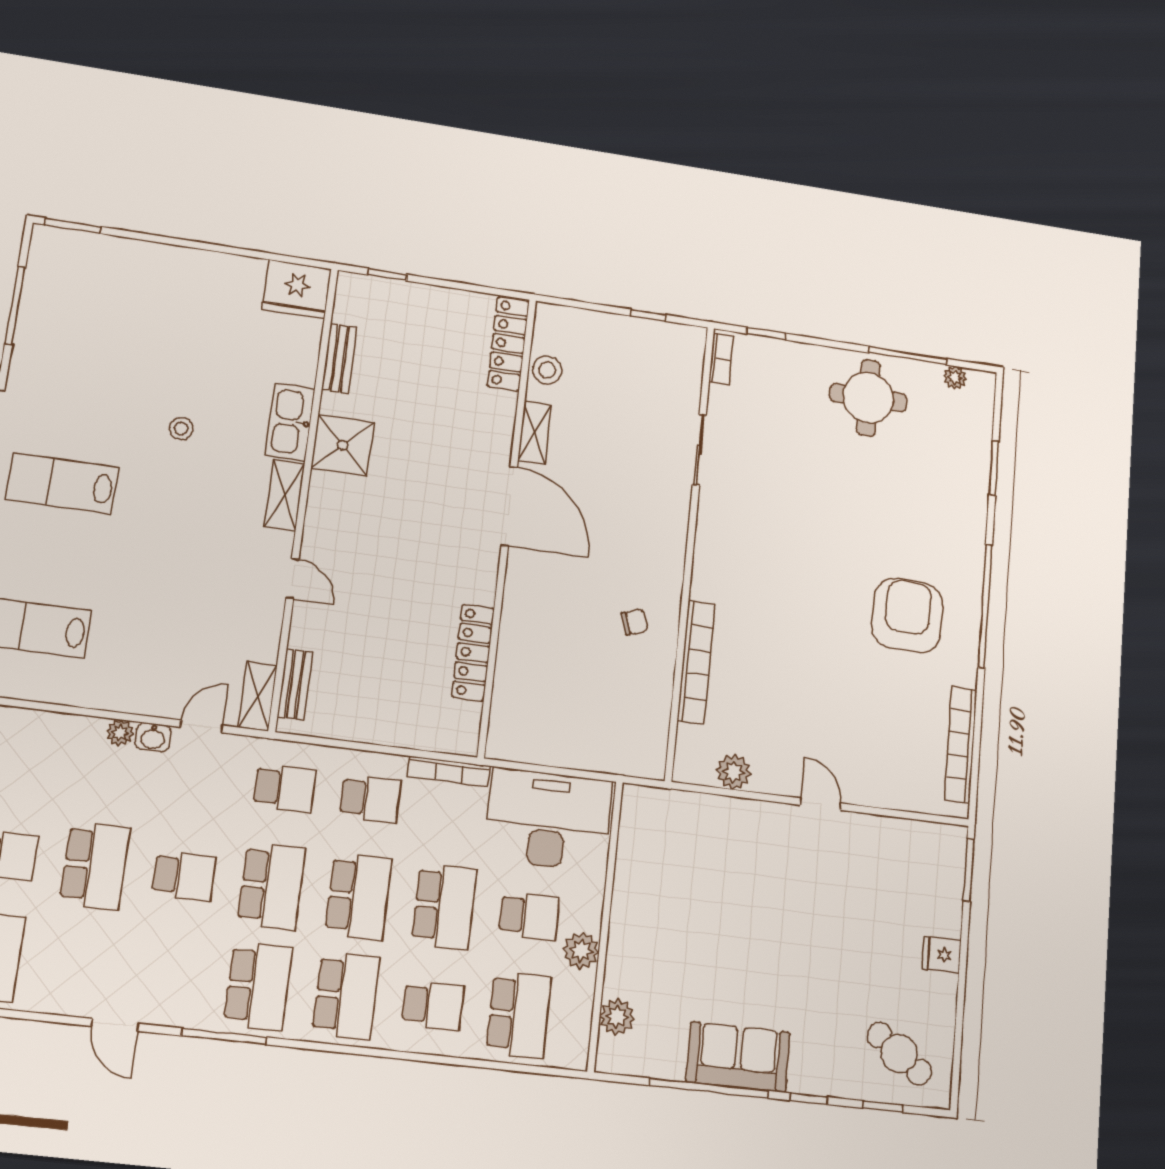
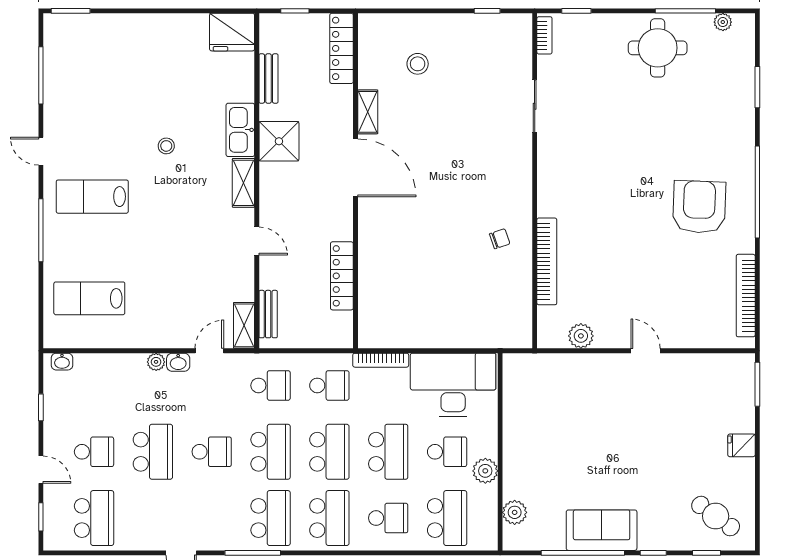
locker: (508, 343) -> (342, 48), moved
shelving: (535, 433) -> (368, 112), moved
door: (509, 506) -> (355, 168), moved
wall: (507, 524) -> (355, 181), moved
locker: (473, 653) -> (342, 276), moved

